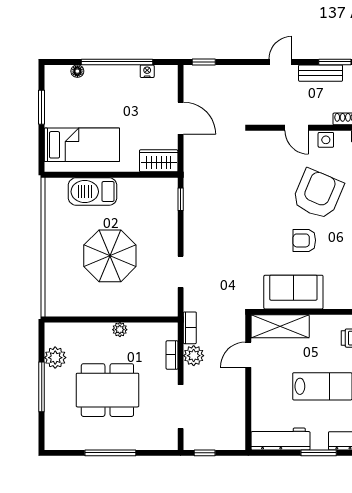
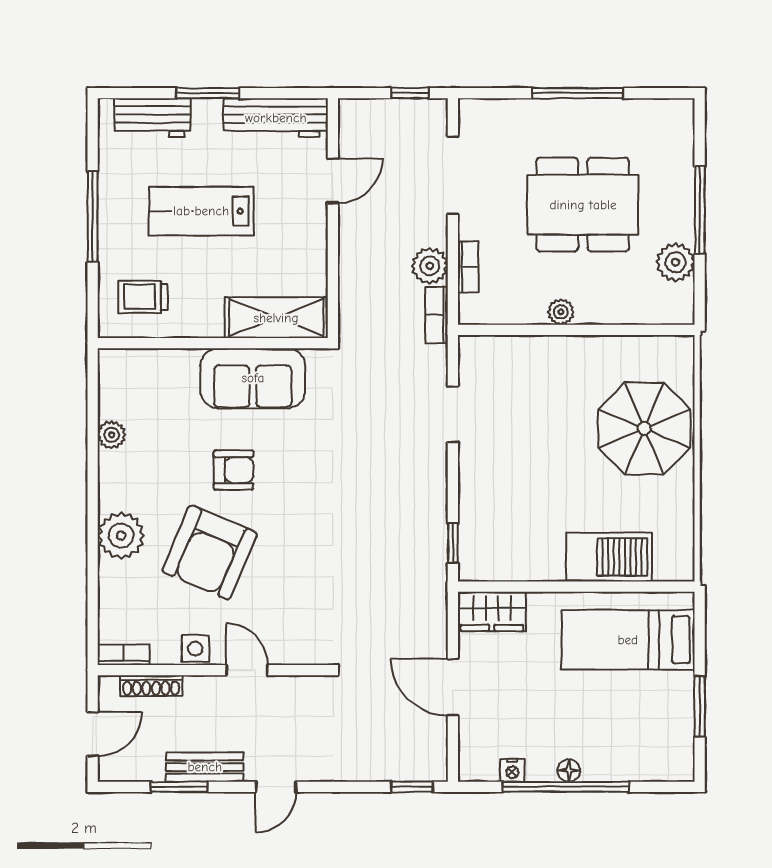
floor lamp: (77, 71) -> (569, 771), moved
parasol: (110, 256) -> (644, 428), moved
door: (248, 355) -> (333, 181), moved

